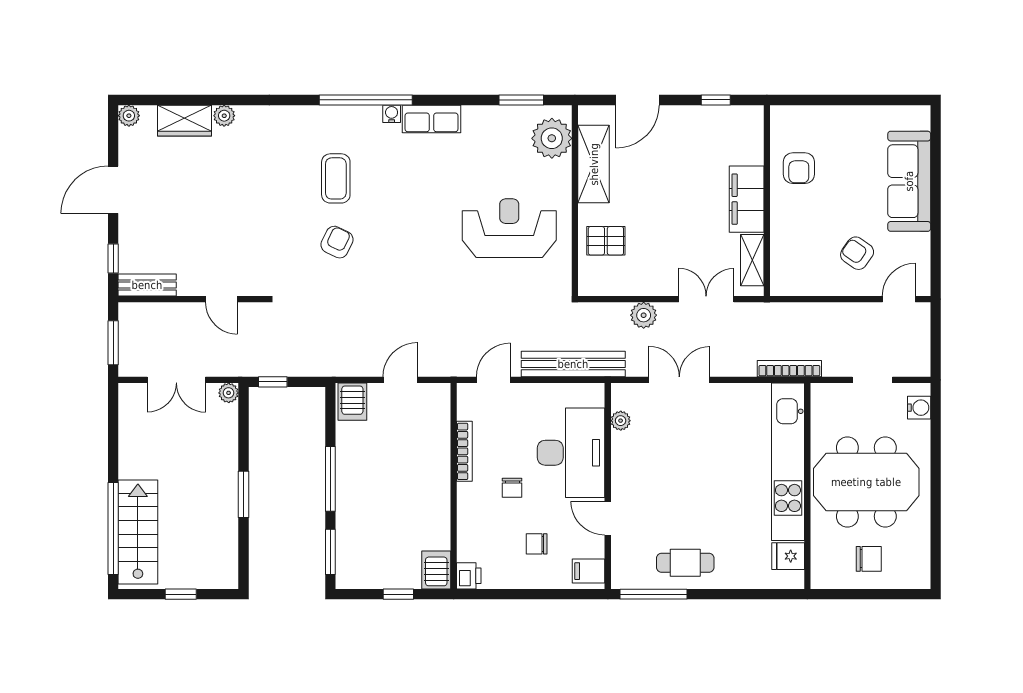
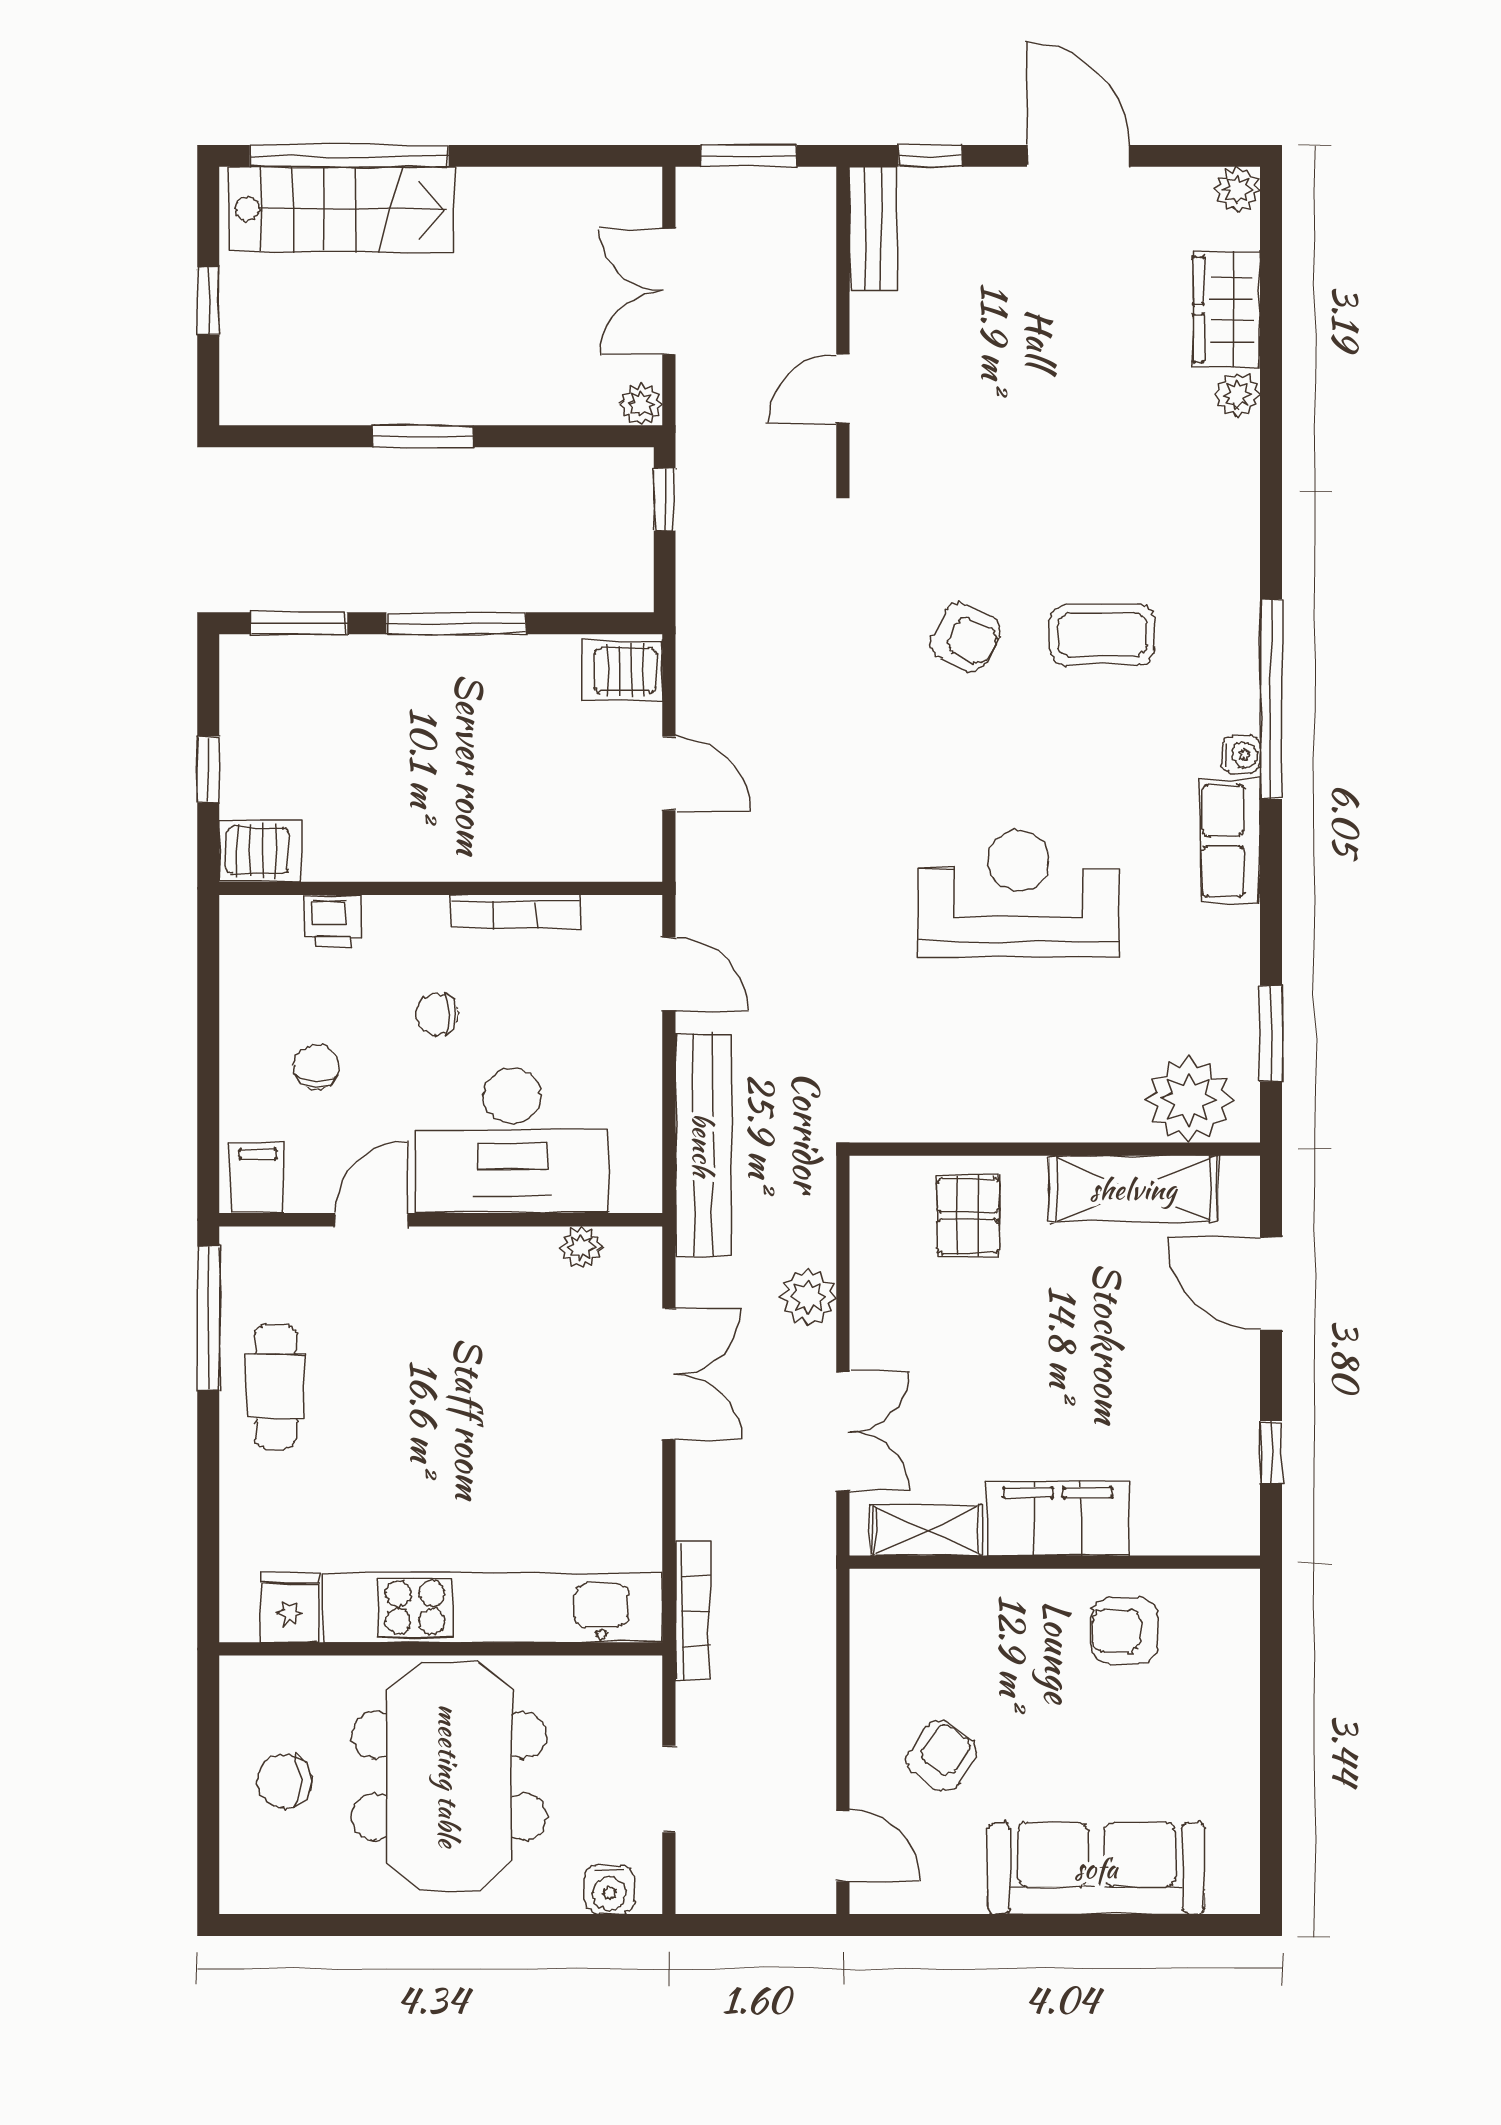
reception desk: (509, 228) -> (1018, 894), moved, turned -90
chair: (869, 559) -> (284, 1781), turned 90
printer: (469, 576) -> (334, 921), moved

